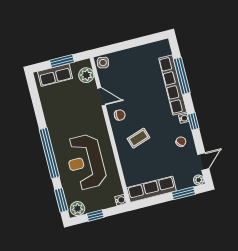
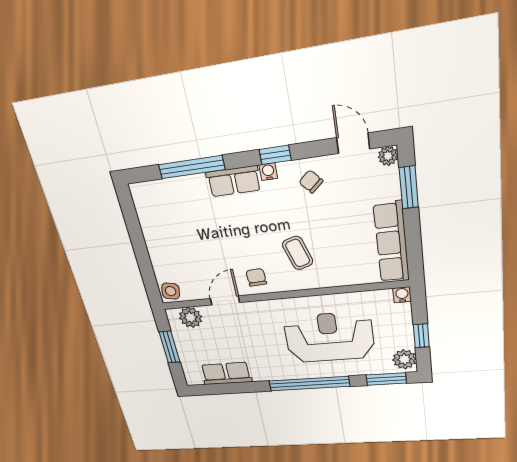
row of seats: (55, 75) -> (226, 373), moved, turned -90
row of seats: (173, 85) -> (234, 181), width x0.50
reception desk: (86, 162) -> (329, 337), turned 180

